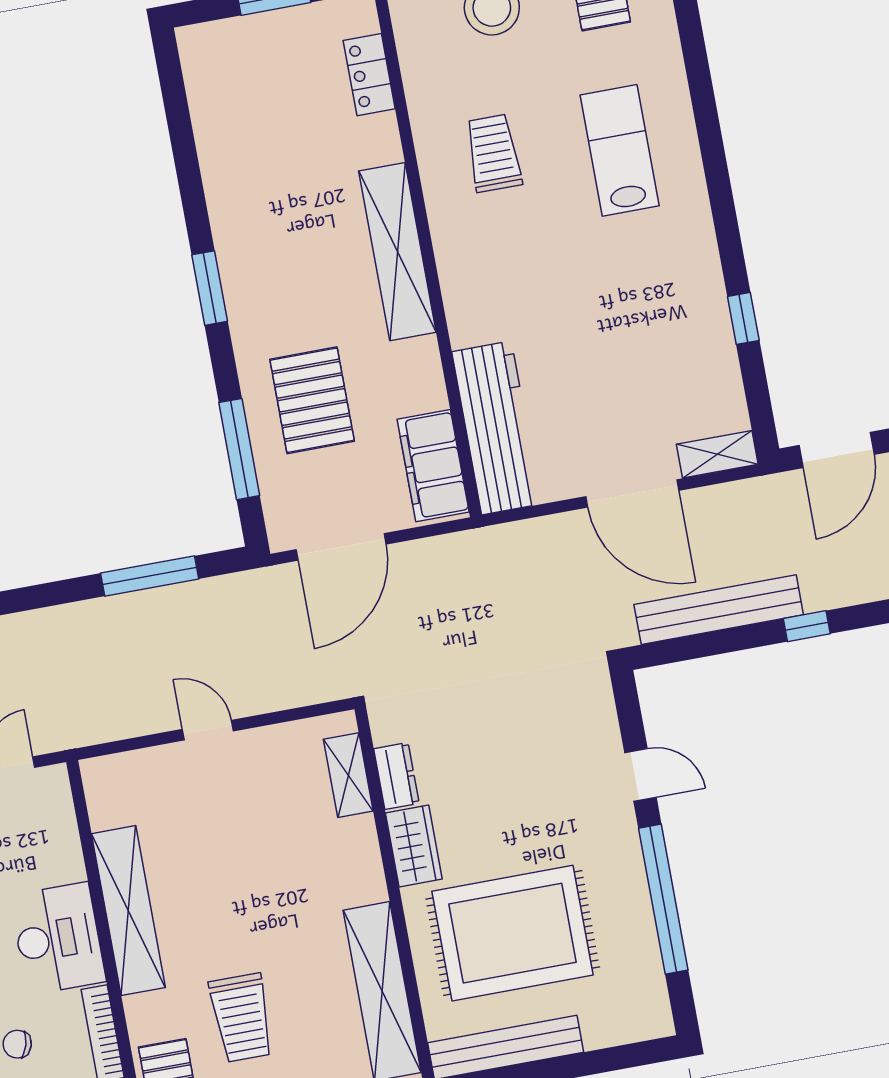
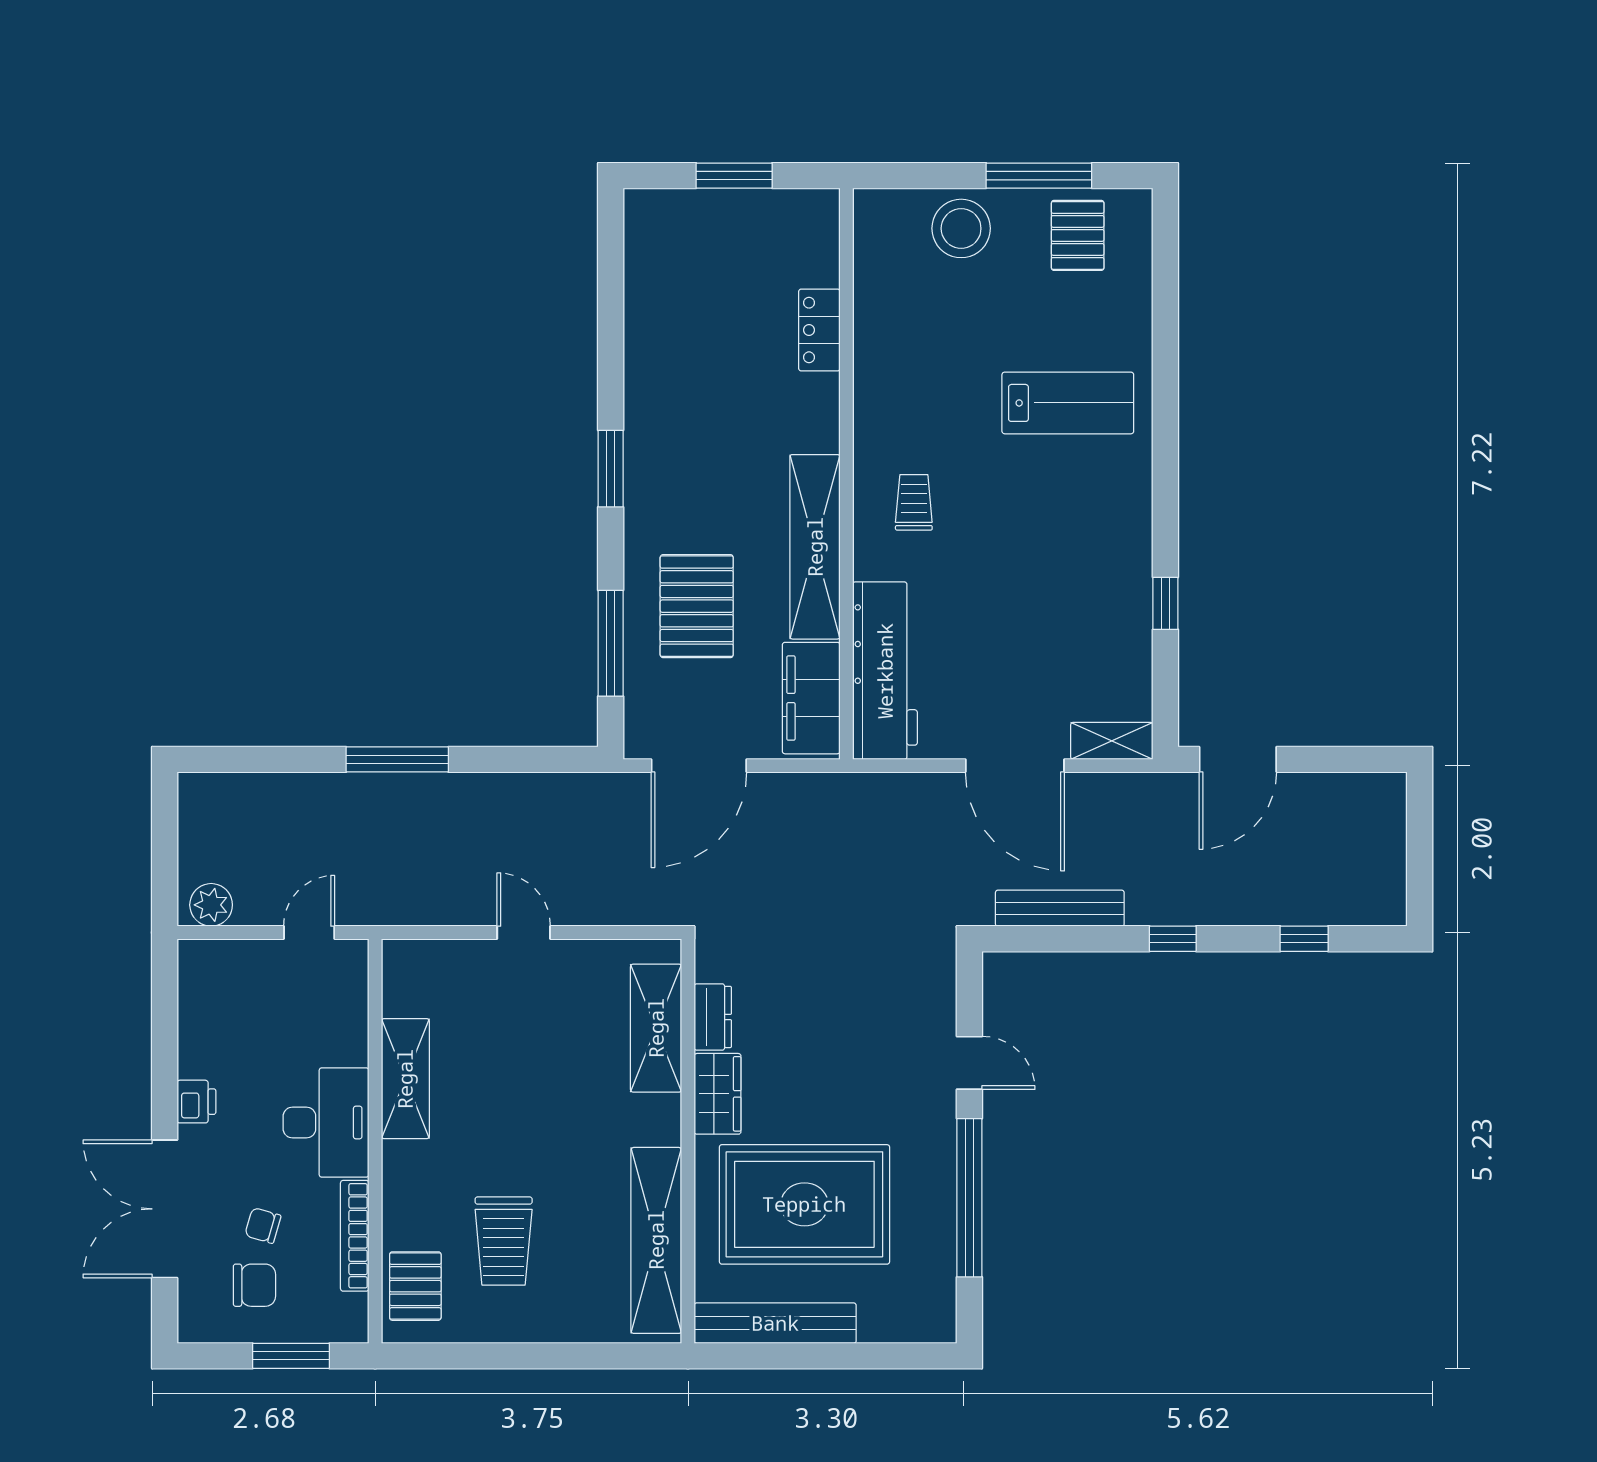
locker: (369, 75) -> (819, 330), moved
lab bench: (620, 150) -> (1068, 403), turned 90
trolley: (493, 153) -> (914, 502), moved, width x0.73, depth x0.72
shelving: (397, 252) -> (815, 547), moved
window: (150, 576) -> (397, 759), moved
bench: (719, 610) -> (1060, 908), width x0.73, depth x0.82
shelving: (348, 775) -> (656, 1028), width x1.50, depth x1.33
shelving: (128, 911) -> (405, 1079), width x0.68

